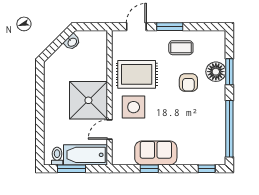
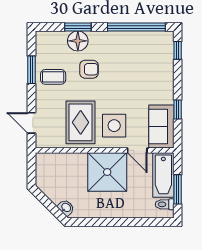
window: (170, 27) -> (31, 70), moved
washbasin: (72, 42) -> (66, 208), moved
coffee table: (181, 48) -> (53, 77), turned 90
sofa: (156, 153) -> (161, 126), moved

